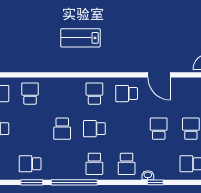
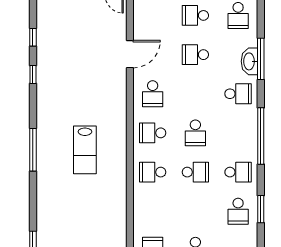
school desk: (30, 94) -> (153, 172), moved
school desk: (94, 164) -> (238, 172), moved
washbasin: (148, 175) -> (249, 61), width x1.91, depth x1.45
window: (74, 182) -> (261, 136), moved
window: (155, 182) -> (261, 59), width x2.17

